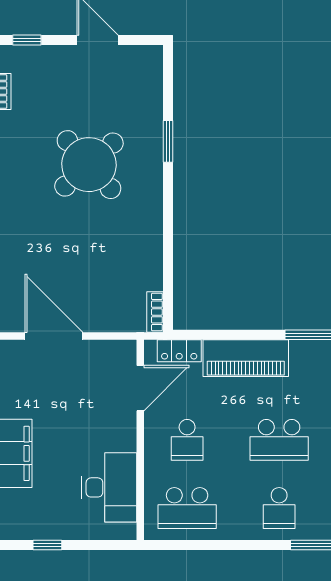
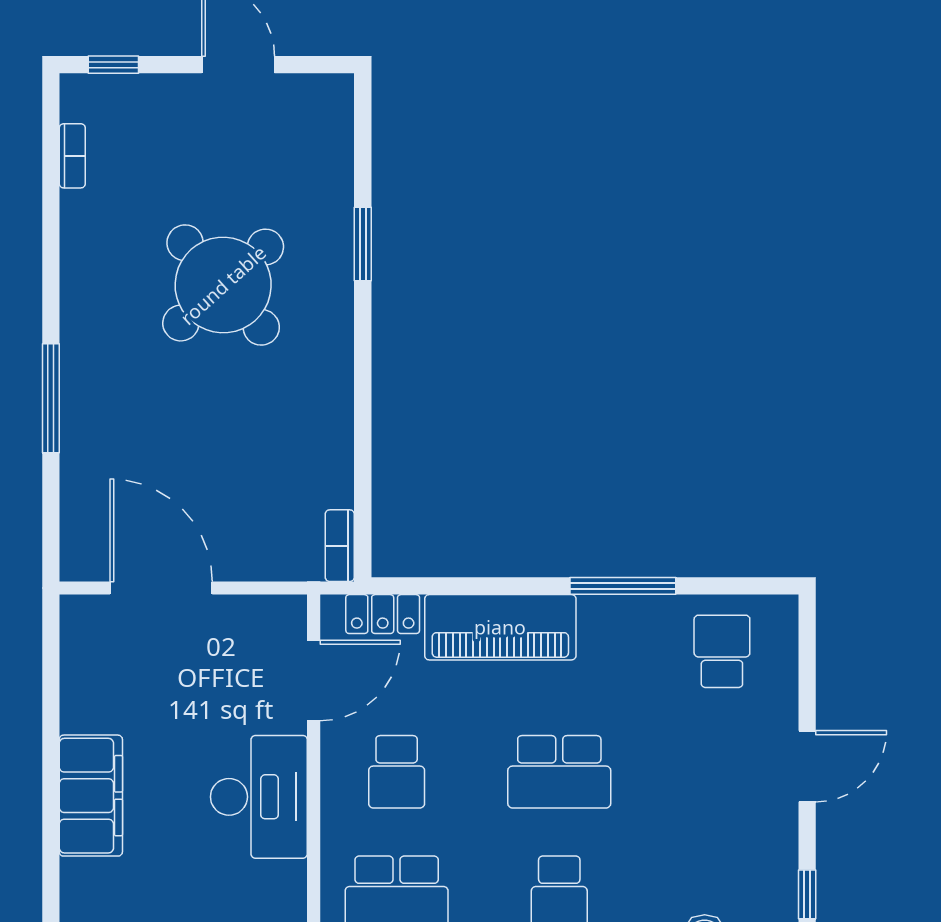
desk: (109, 487) -> (259, 797), moved

